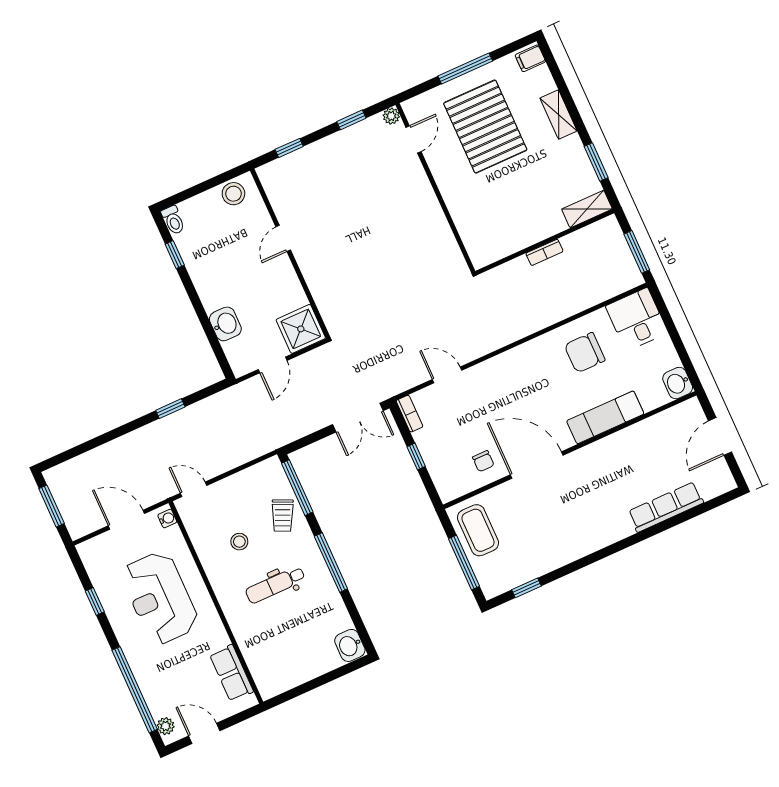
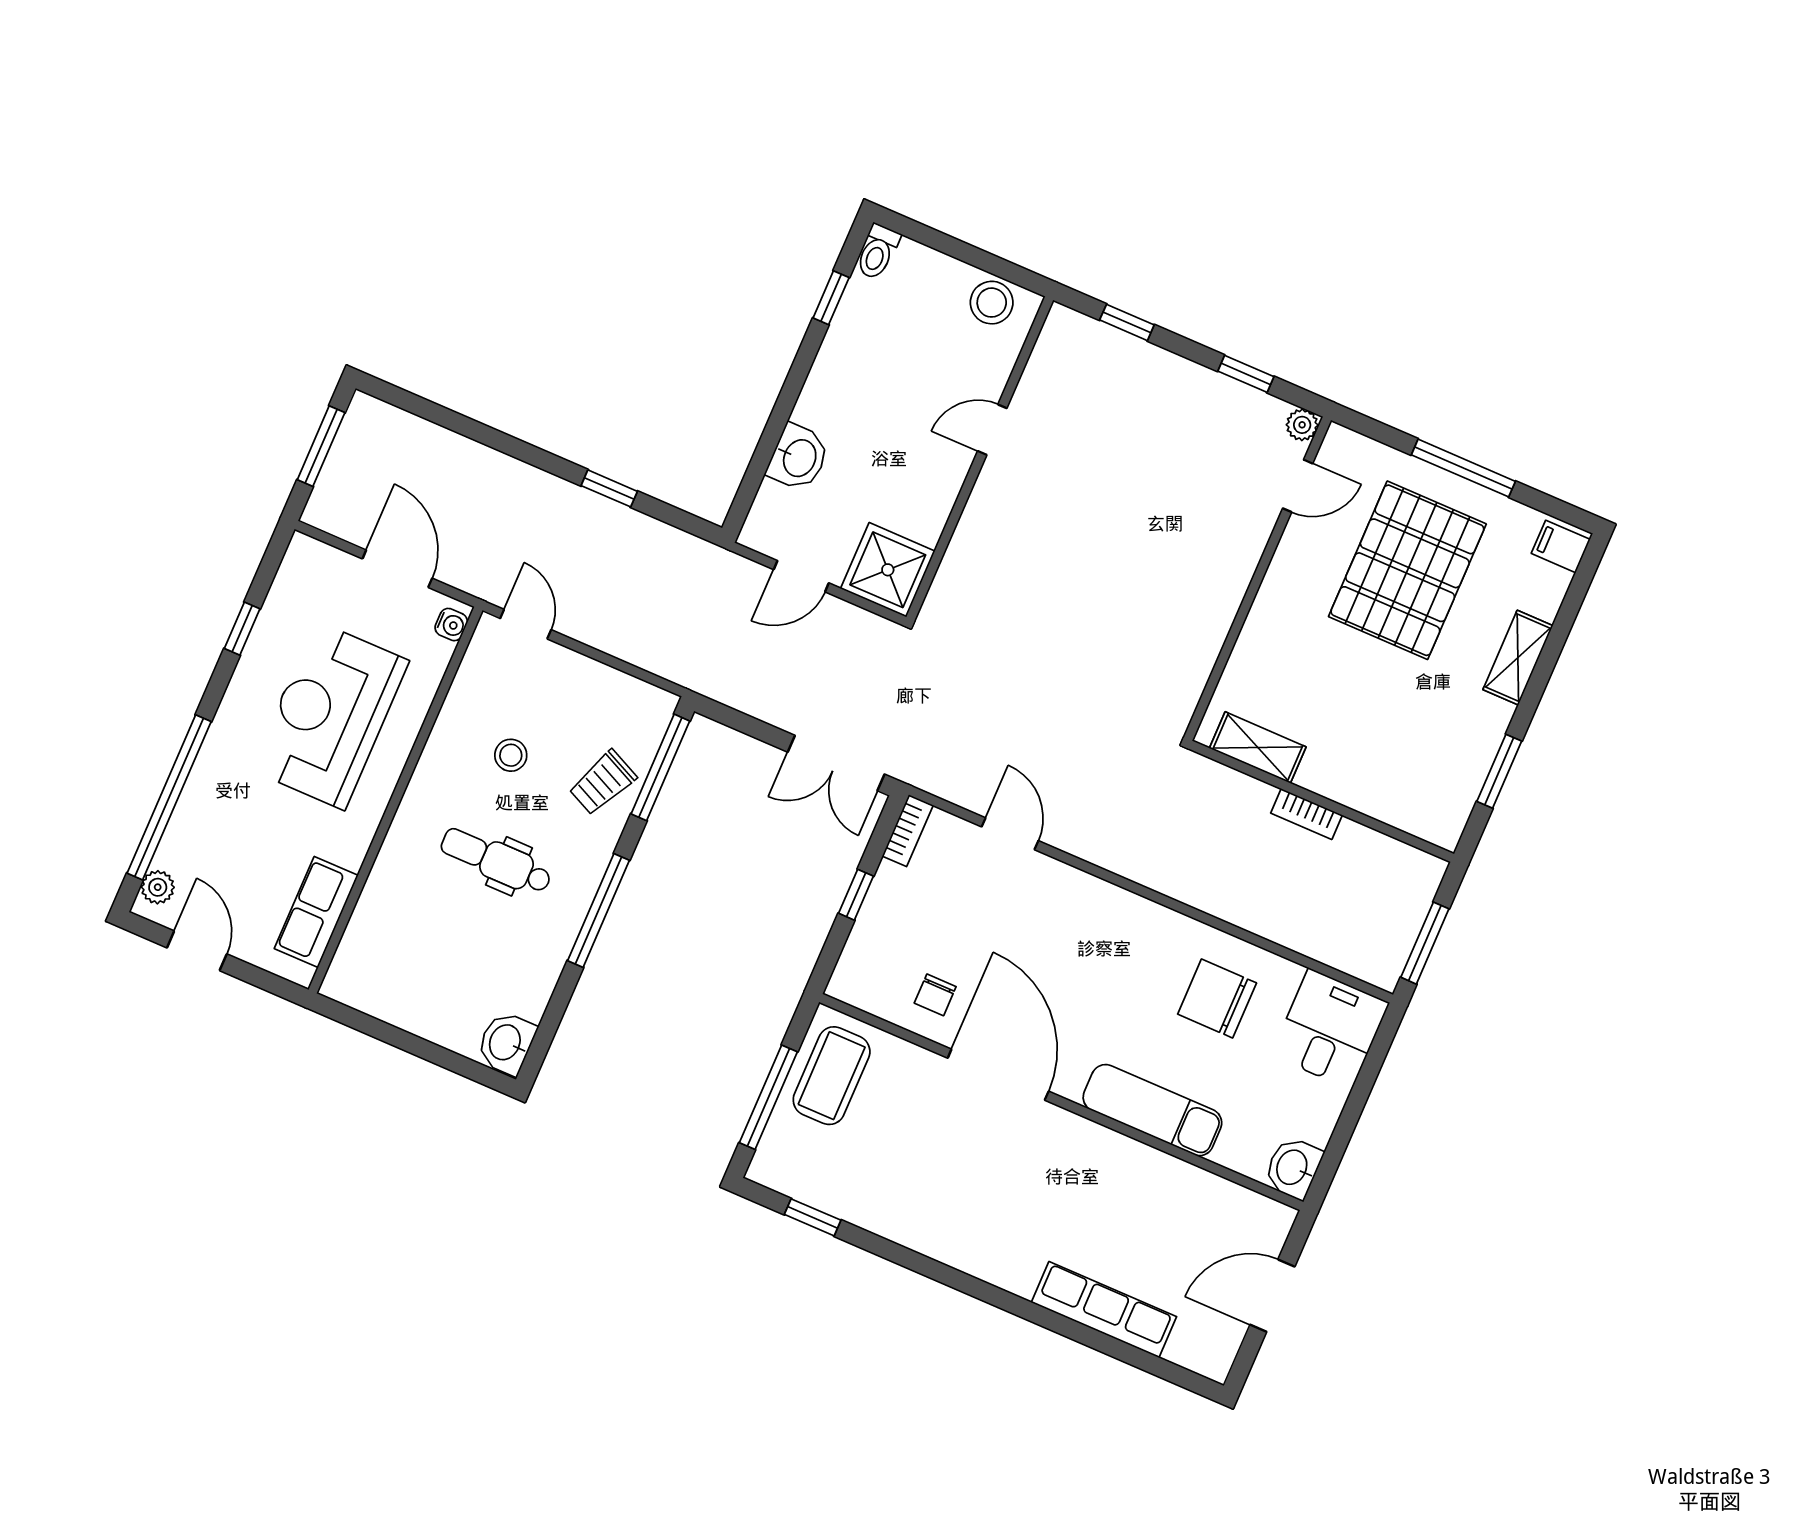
shelving: (587, 209) -> (1258, 747), moved

